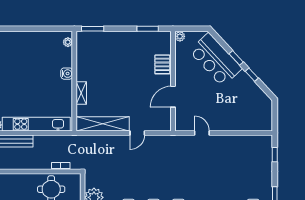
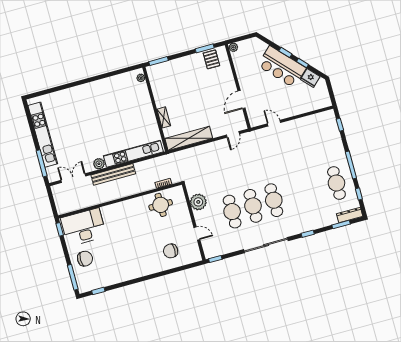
bar counter: (216, 60) -> (282, 67), moved
pallet: (162, 64) -> (211, 59), moved
water cooler: (67, 74) -> (147, 104), removed
fridge: (256, 94) -> (310, 78), added
door: (137, 133) -> (233, 134), moved

